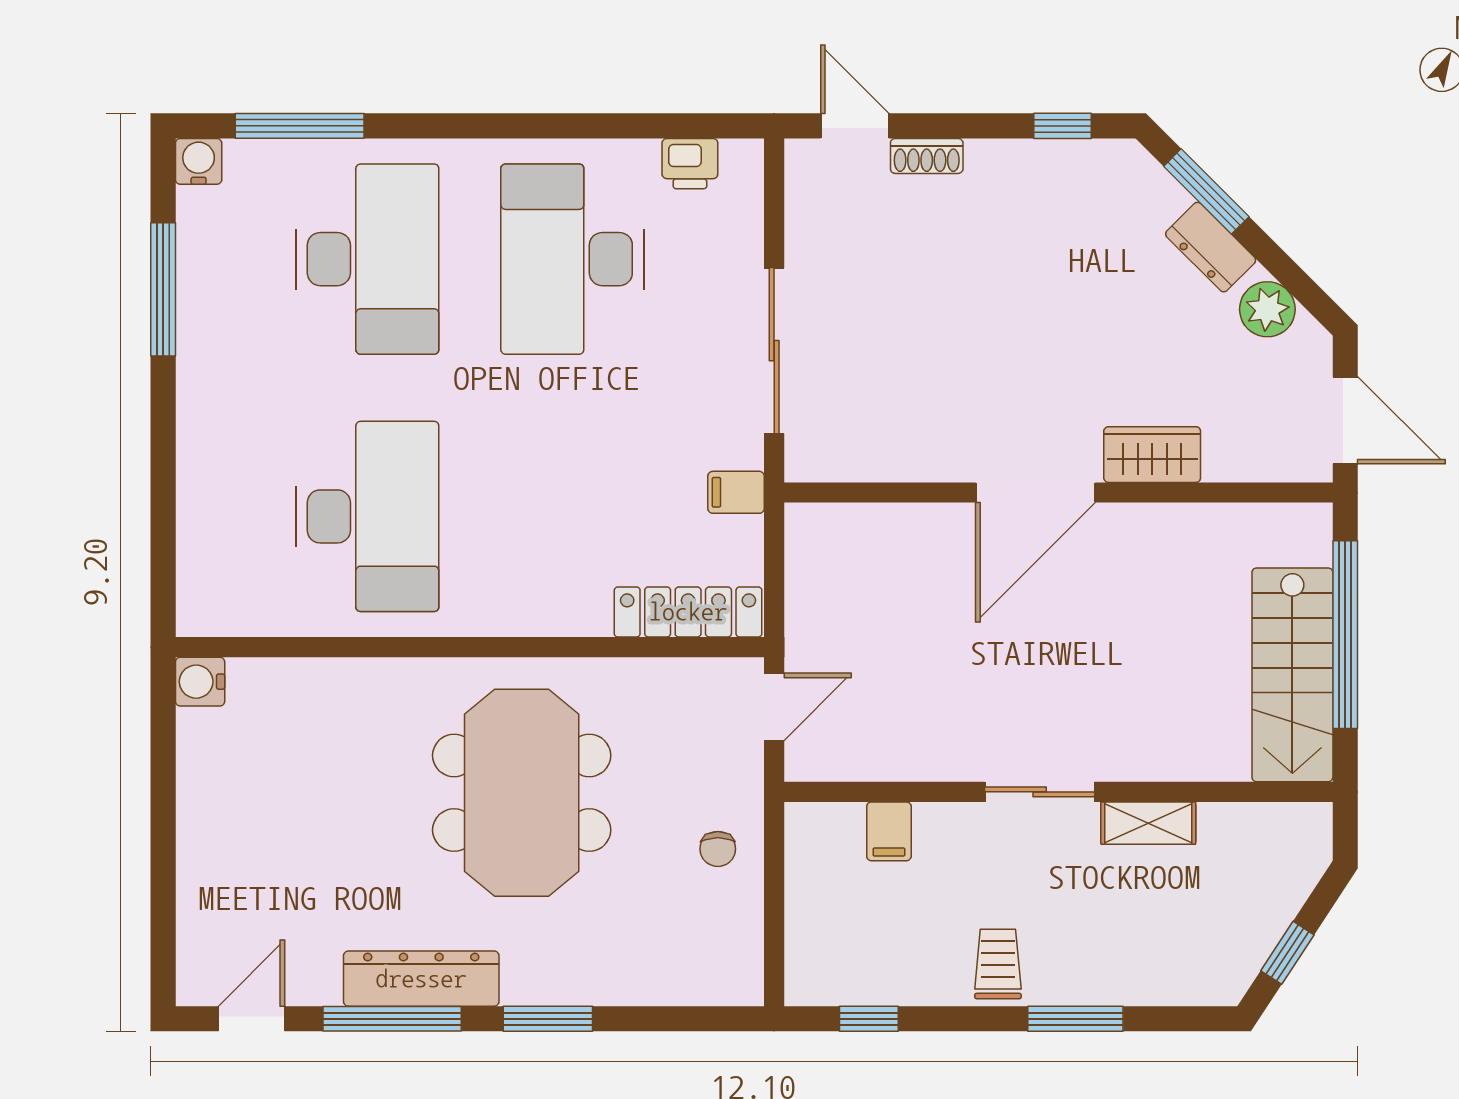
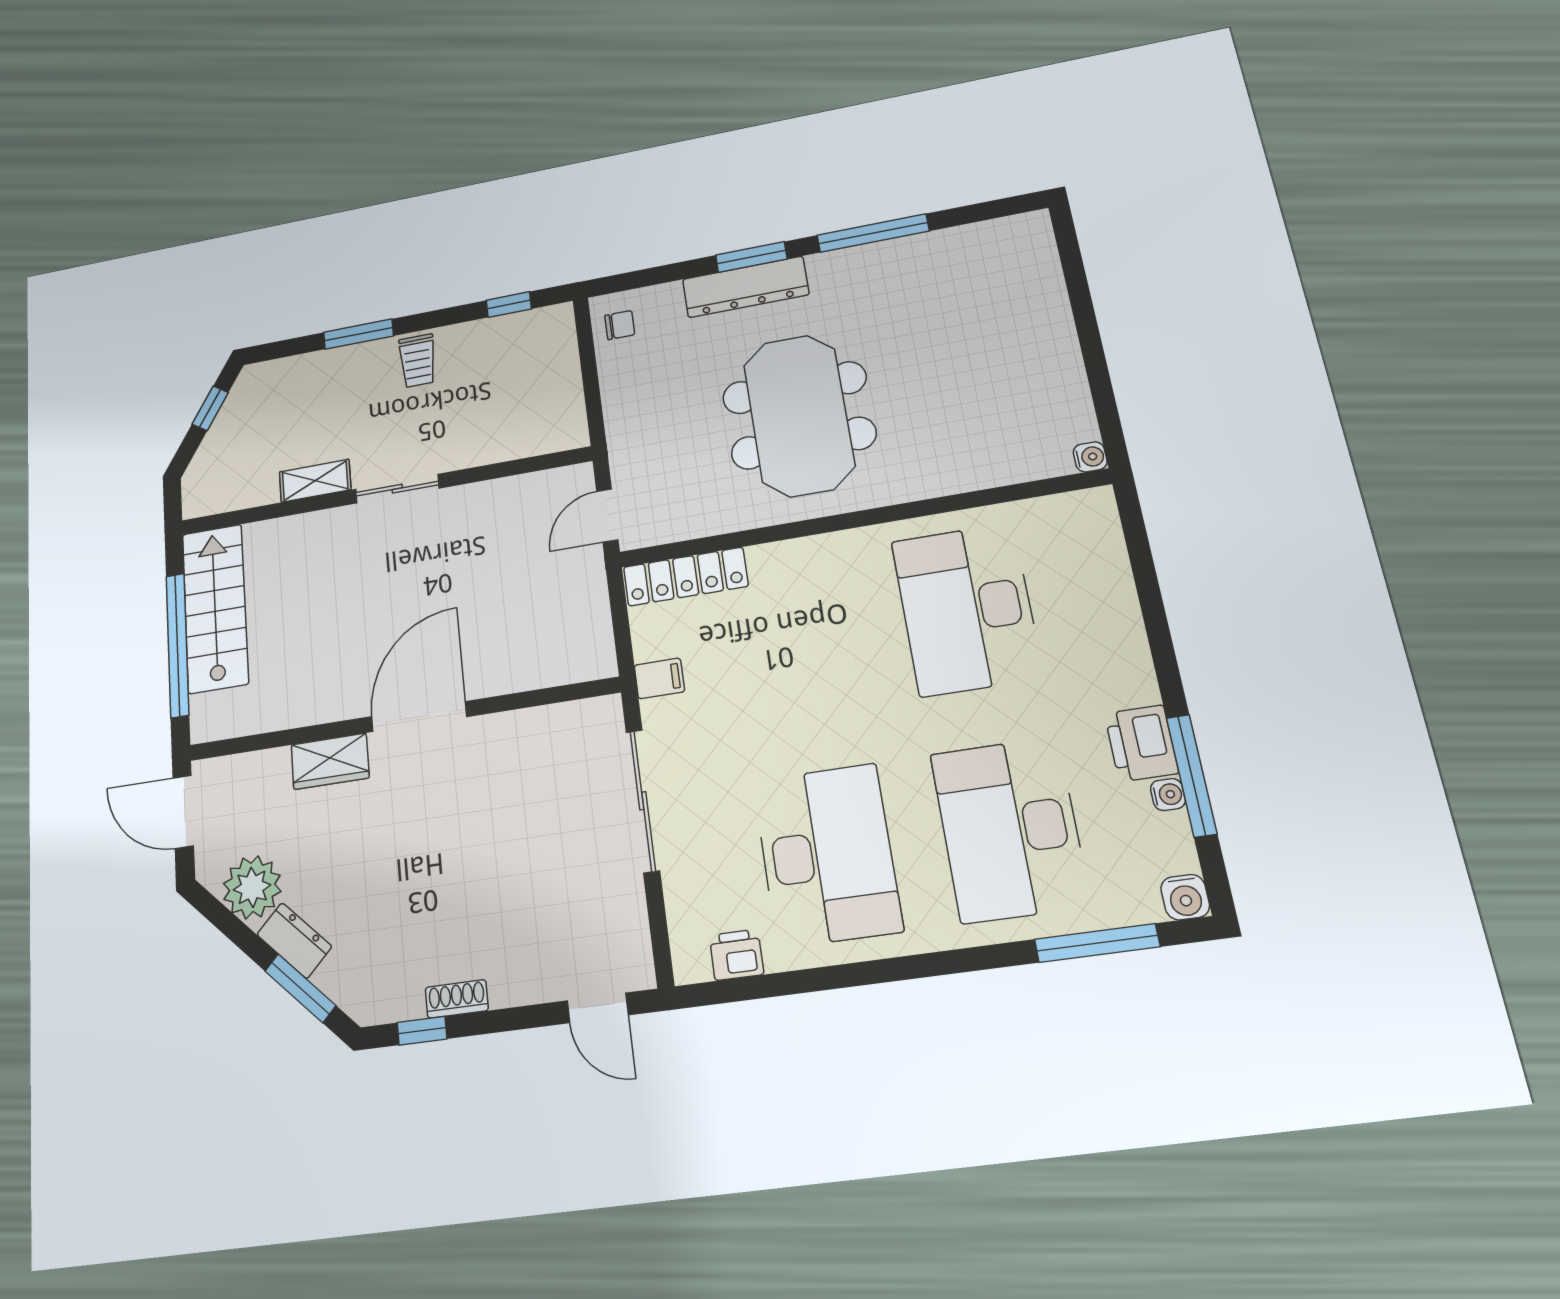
shoe rack: (927, 156) -> (457, 999), moved
water cooler: (192, 272) -> (1168, 795), added
plant: (1267, 309) -> (252, 887), width x1.36, depth x1.36
printer: (208, 332) -> (1141, 743), added
water cooler: (200, 682) -> (1090, 457), width x0.72, depth x0.72
filing cabinet: (889, 831) -> (508, 439), removed
chair: (718, 849) -> (620, 325), moved, turned 90
dresser: (421, 979) -> (746, 287), moved
door: (251, 1019) -> (985, 211), removed

